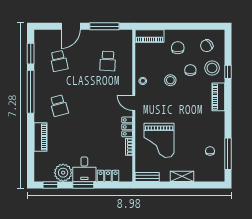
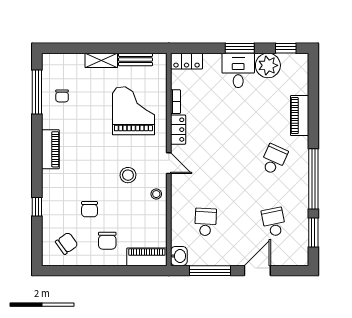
washbasin: (127, 37) -> (179, 256), added
stool: (212, 68) -> (59, 212), removed
stool: (170, 80) -> (128, 175), moved
piano: (218, 97) -> (50, 149), moved
school desk: (59, 106) -> (274, 159), turned 39
locker: (108, 176) -> (187, 61), moved
bench: (147, 177) -> (135, 59), moved

